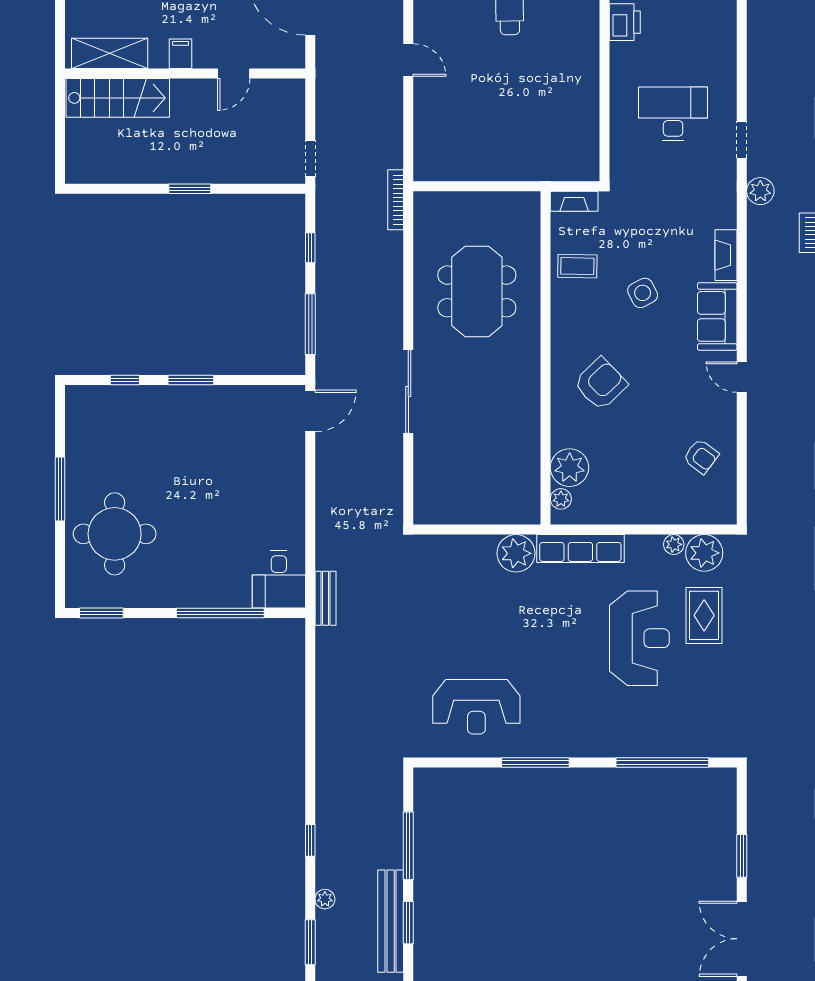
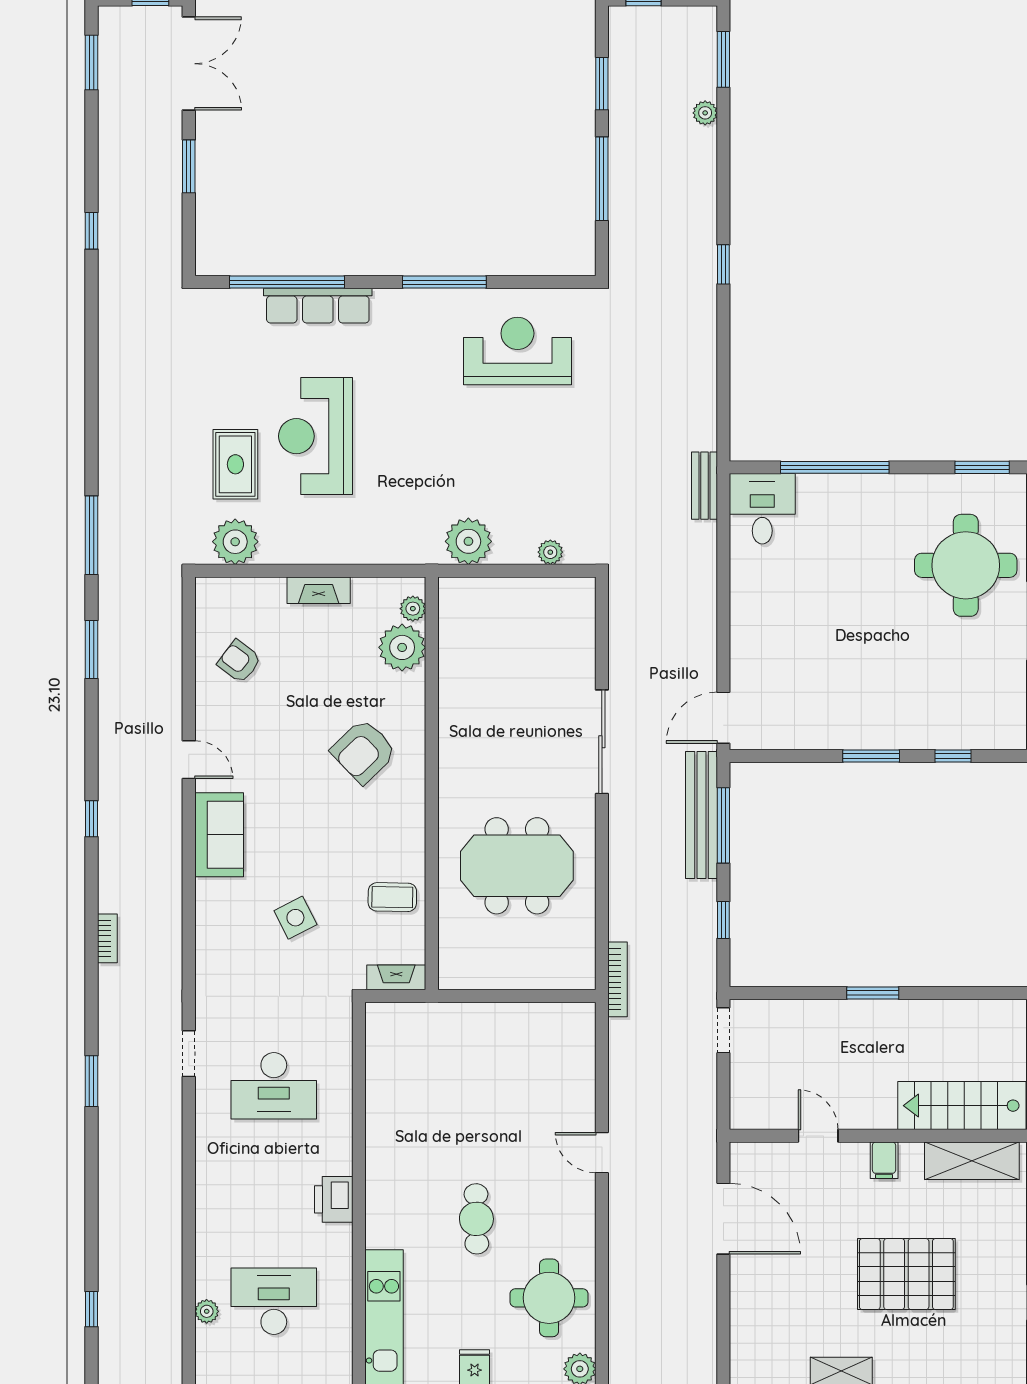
door: (234, 73) -> (818, 1136), hinge flipped
plant: (760, 191) -> (166, 990), removed
fireplace: (726, 255) -> (319, 590), moved, turned 90
meeting table: (477, 291) -> (517, 866), turned 90
side table: (643, 293) -> (295, 918), moved
plant: (674, 544) -> (550, 552), moved
row of seats: (580, 549) -> (318, 306), moved, turned 180
window: (310, 840) -> (723, 264), moved
bench: (391, 921) -> (702, 815), moved

